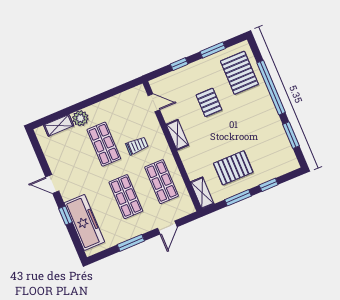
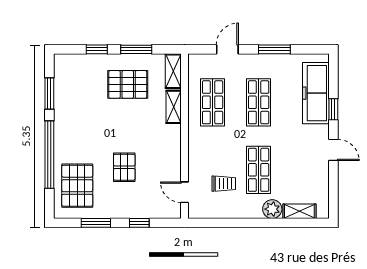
shelving: (177, 135) -> (174, 107), moved
trolley: (137, 146) -> (224, 184), moved, turned 180

